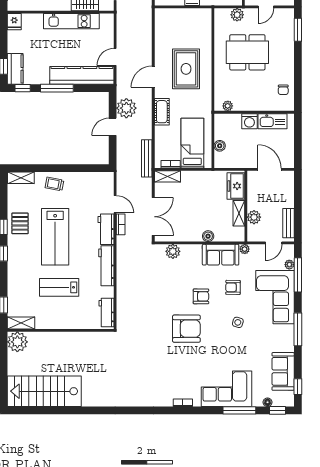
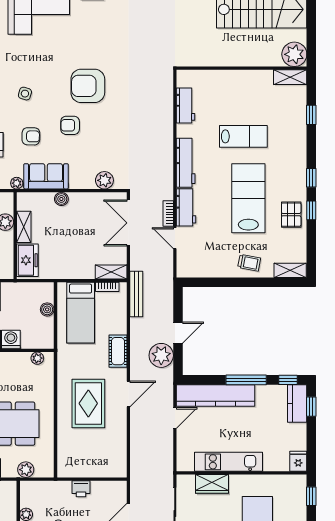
shelving: (21, 323) -> (290, 77), moved
wall: (61, 330) -> (242, 68), moved
plant: (17, 342) -> (294, 54), moved

